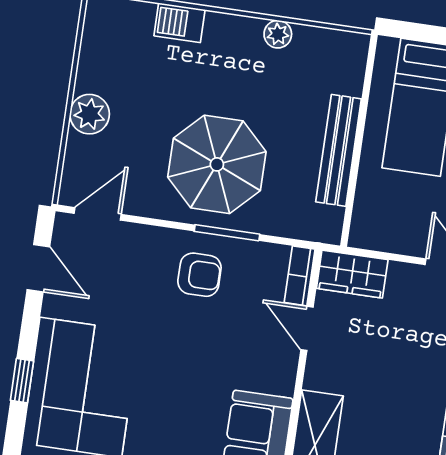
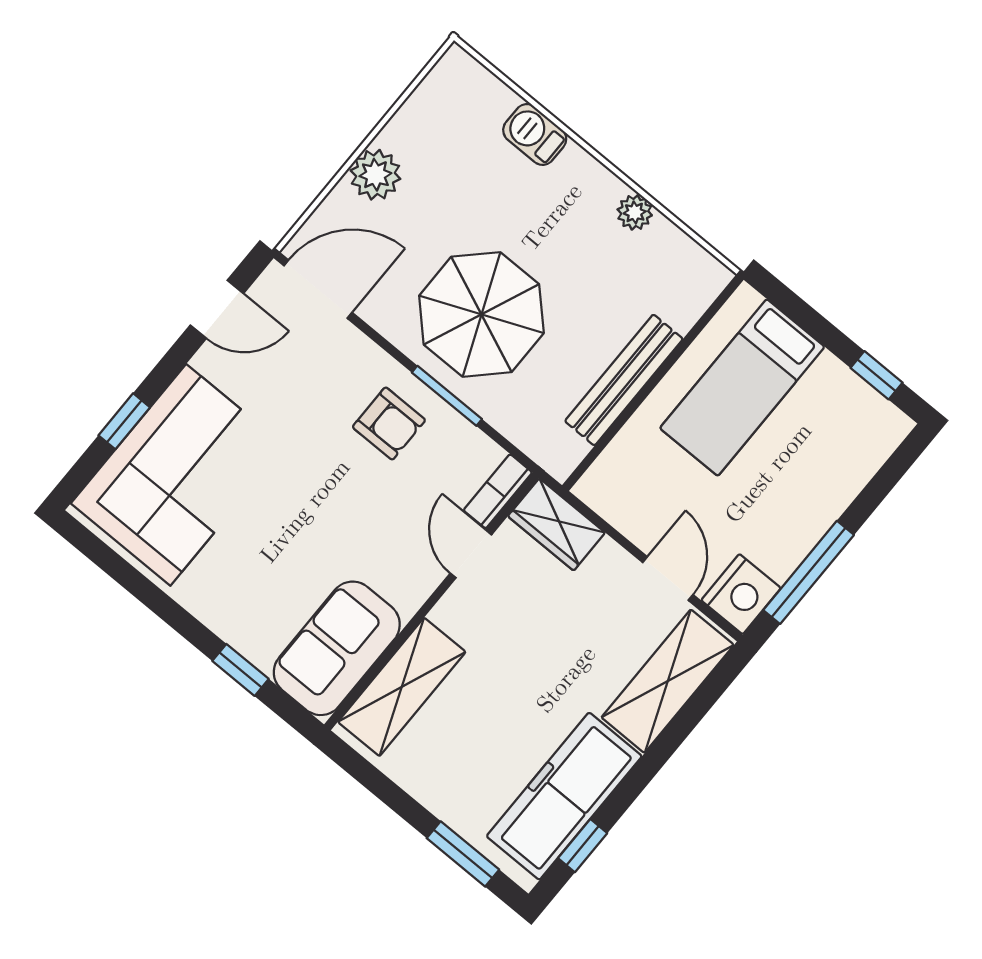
door: (98, 214) -> (318, 289), width x1.37
door: (38, 268) -> (217, 309), hinge flipped

